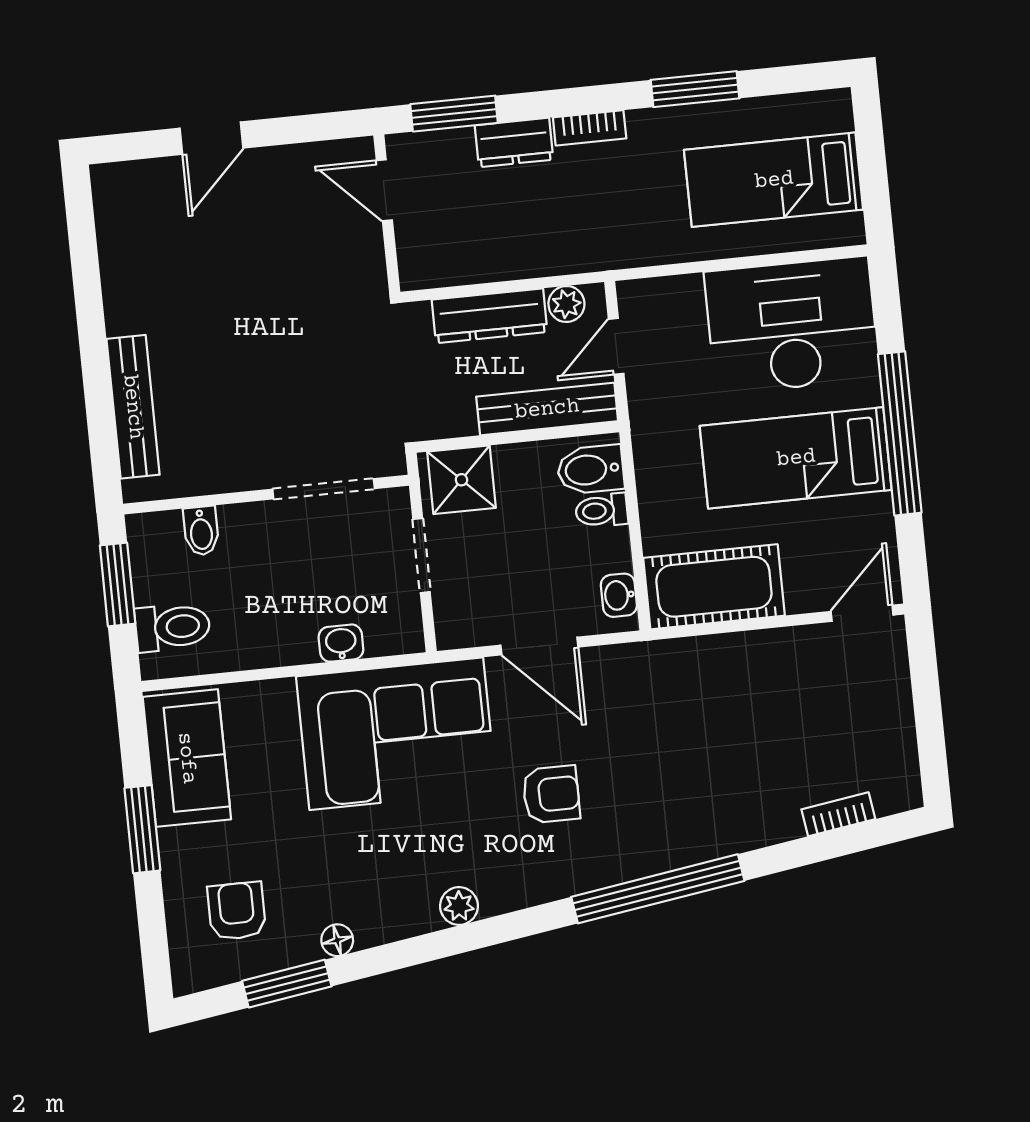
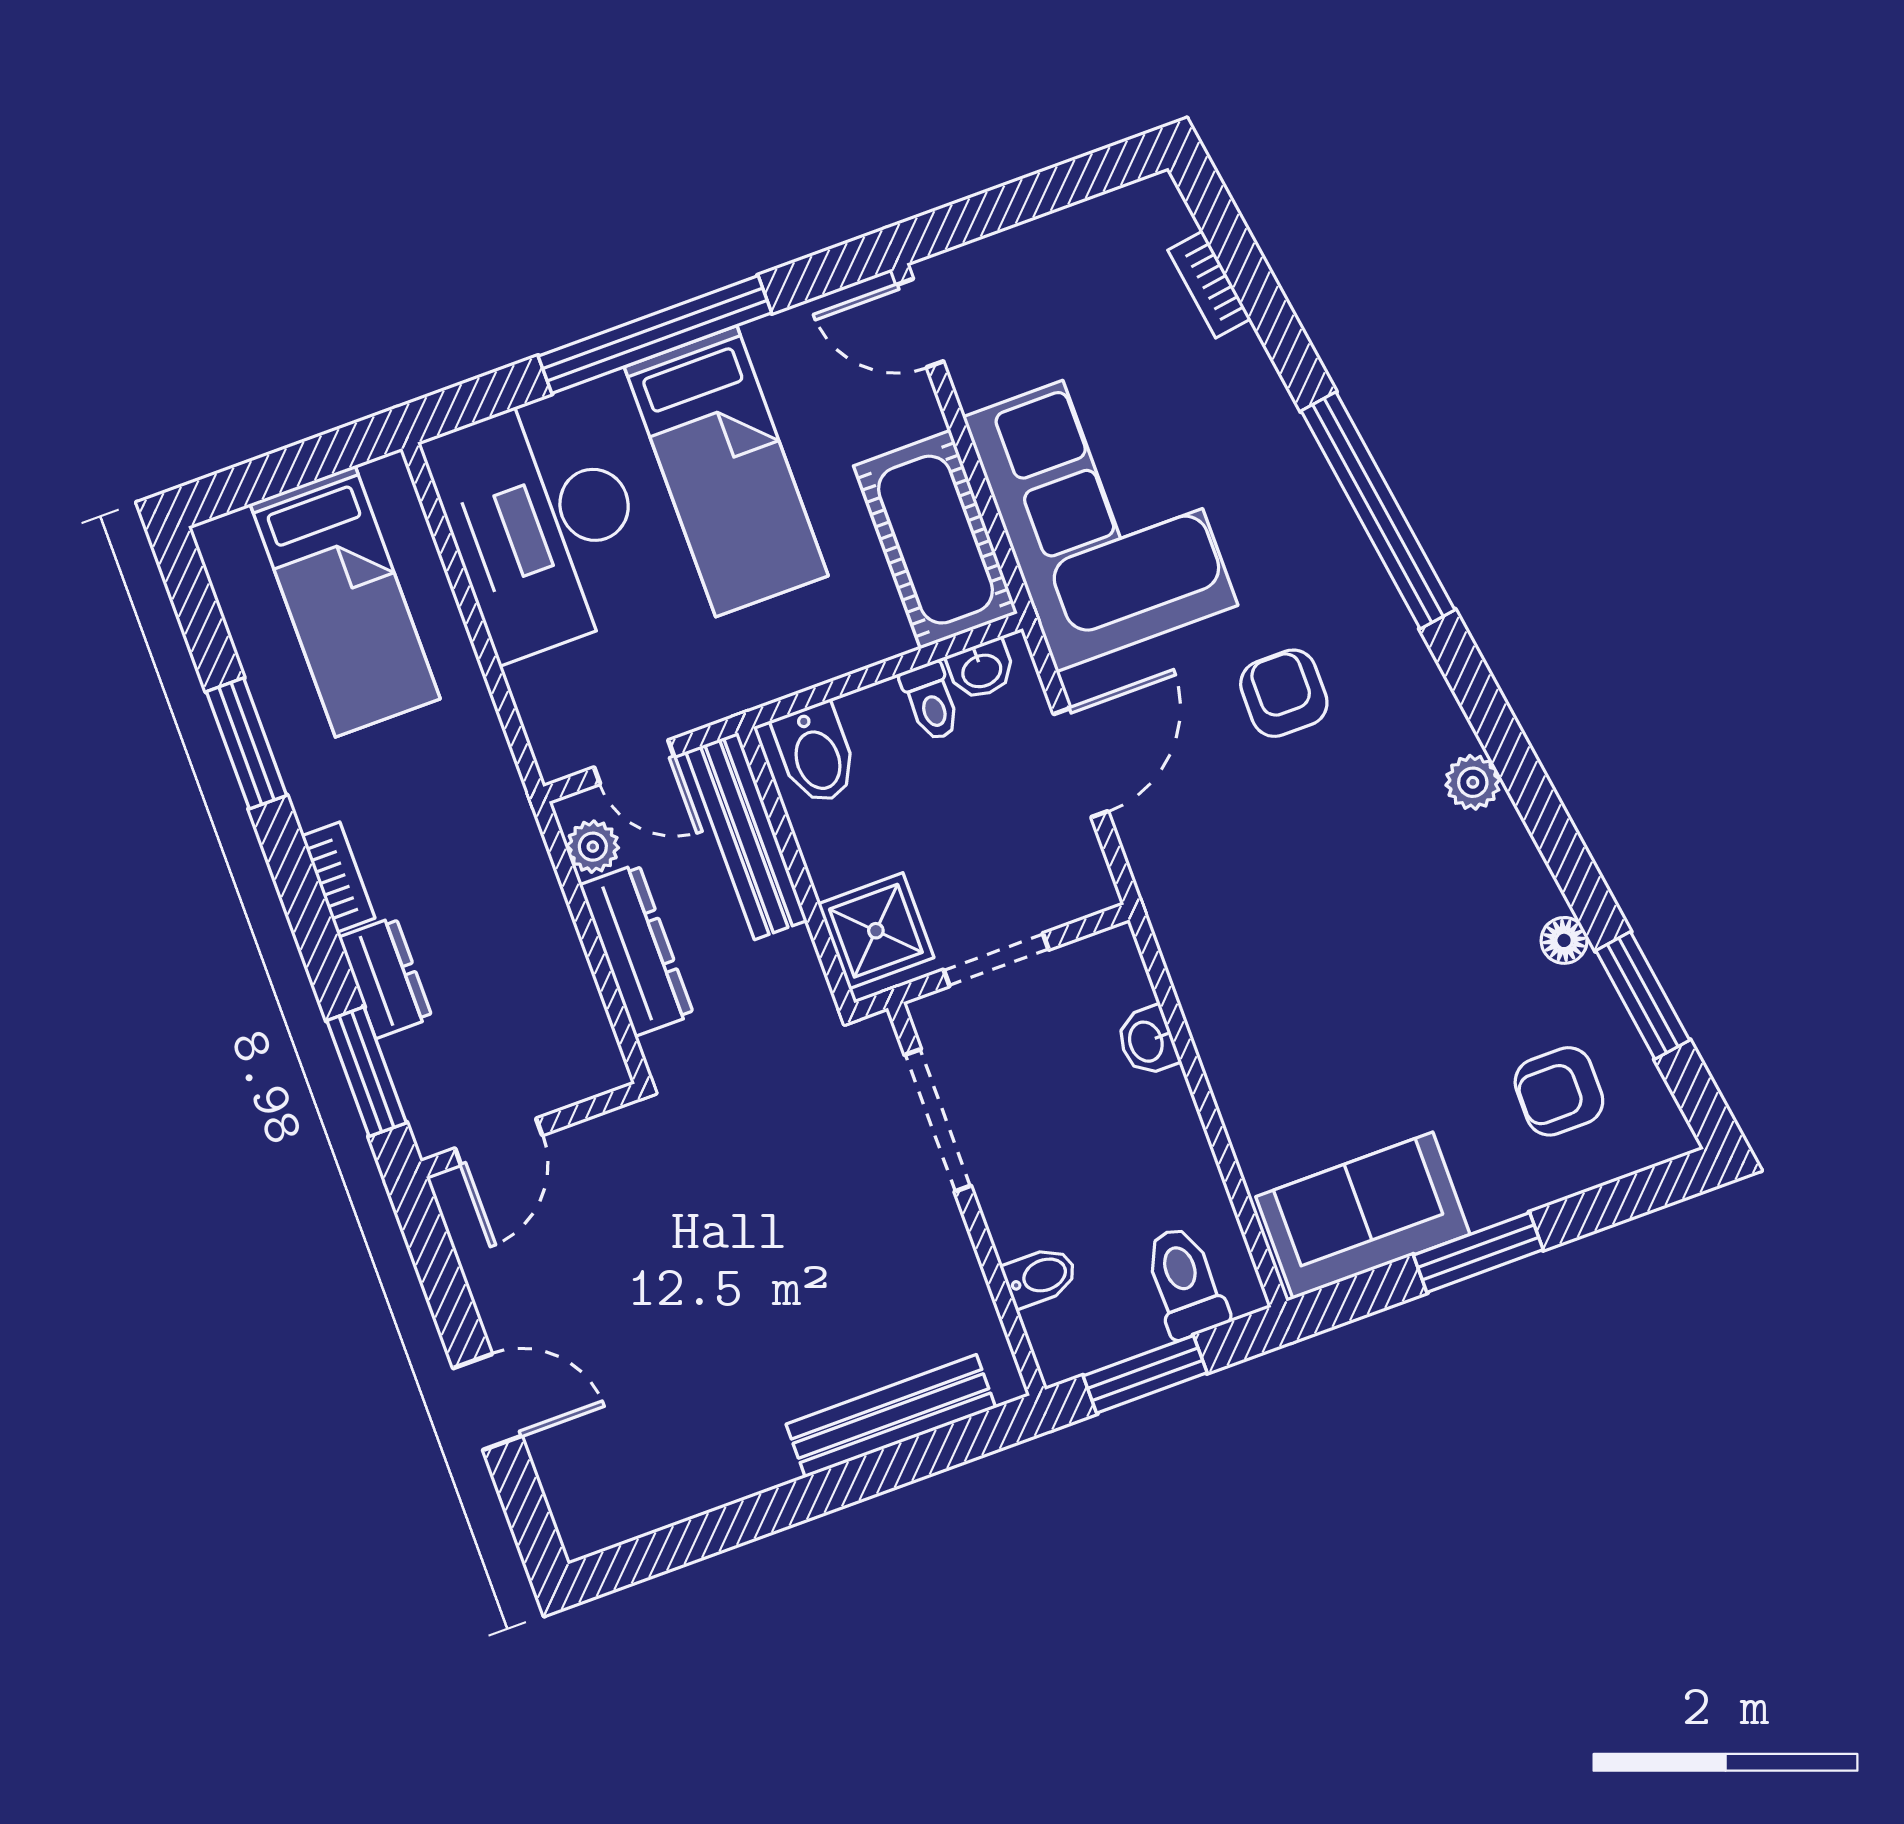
toilet: (602, 511) -> (931, 701), moved
corner sofa: (396, 734) -> (1100, 511), moved

